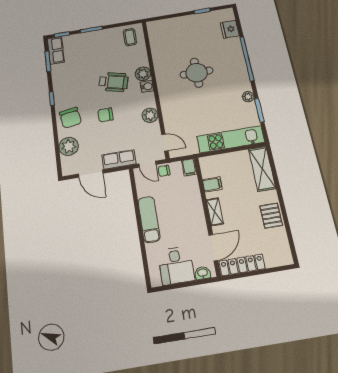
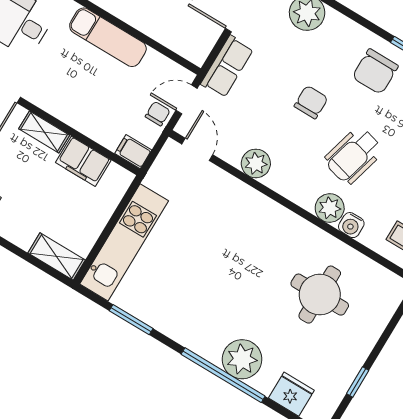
round table: (197, 73) -> (320, 295), moved
water cooler: (147, 86) -> (351, 225), moved
plant: (248, 97) -> (242, 359), moved, width x1.88, depth x1.88
chair: (70, 118) -> (375, 72), moved, turned -81
door: (165, 143) -> (197, 149), swing flipped
shelving: (262, 169) -> (57, 256), width x0.67, depth x0.75
filing cabinet: (212, 184) -> (83, 161), width x2.00

